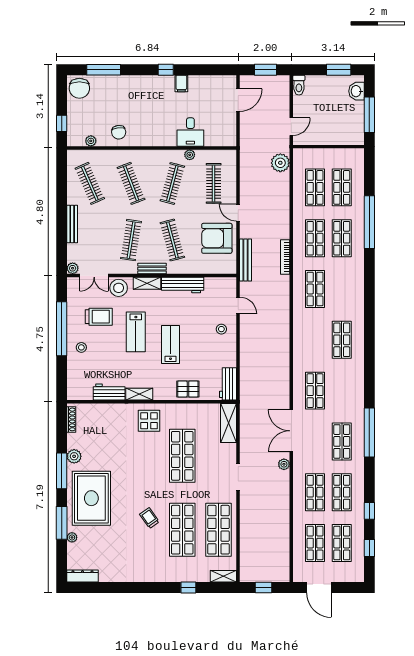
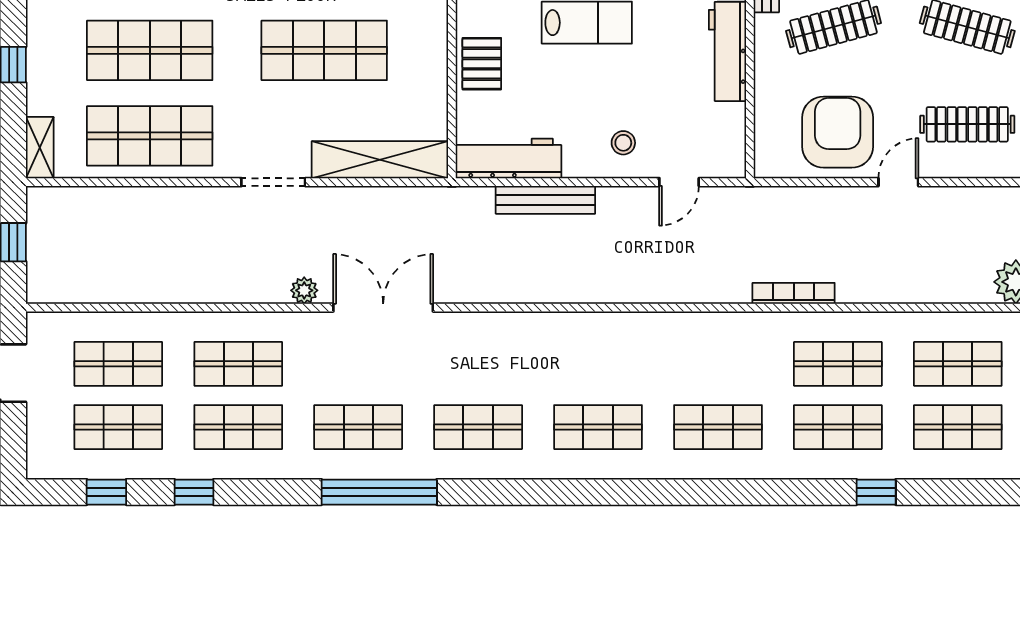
window: (369, 222) -> (876, 492), width x0.32
bench: (246, 260) -> (545, 200), moved
shop shelf: (315, 289) -> (718, 427), moved
workbench: (228, 384) -> (508, 158), width x1.38
shop shelf: (315, 391) -> (478, 427), moved
shelving: (229, 423) -> (380, 160), width x1.47

